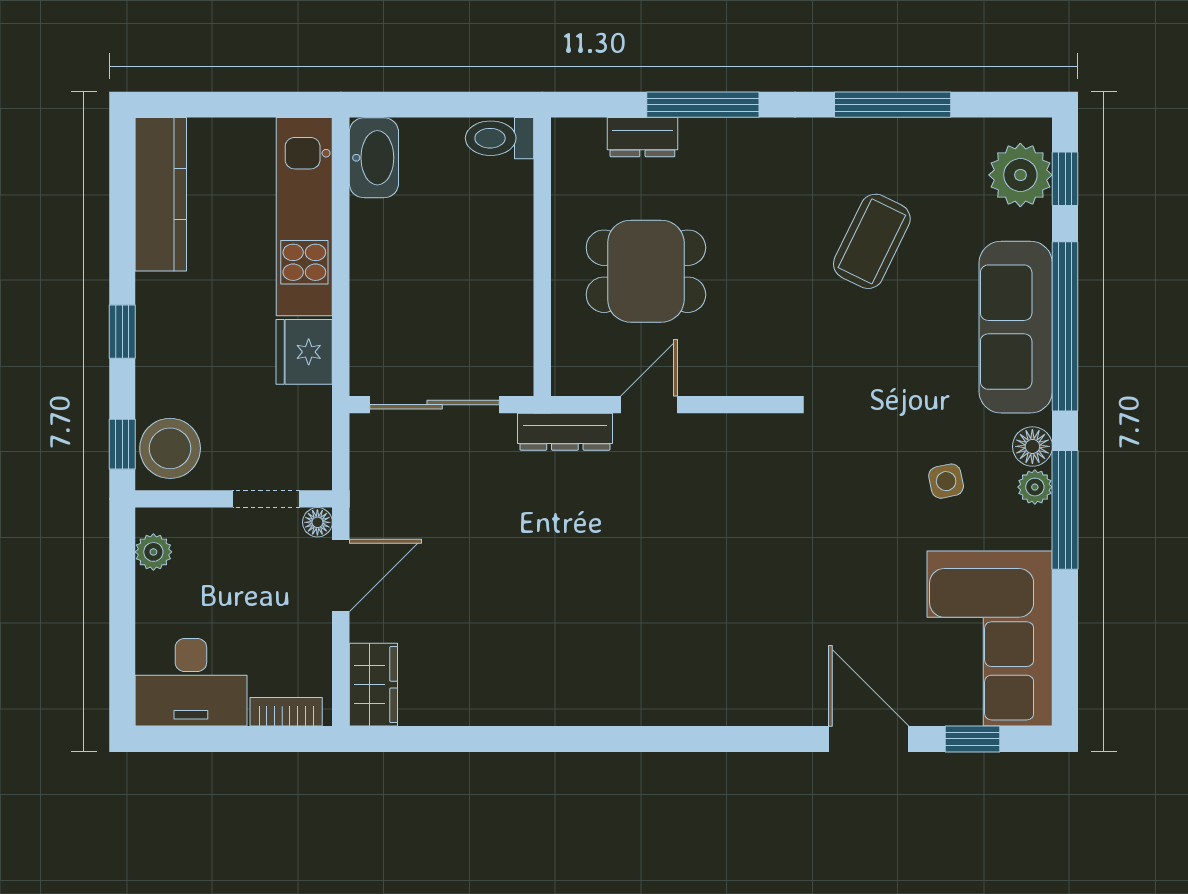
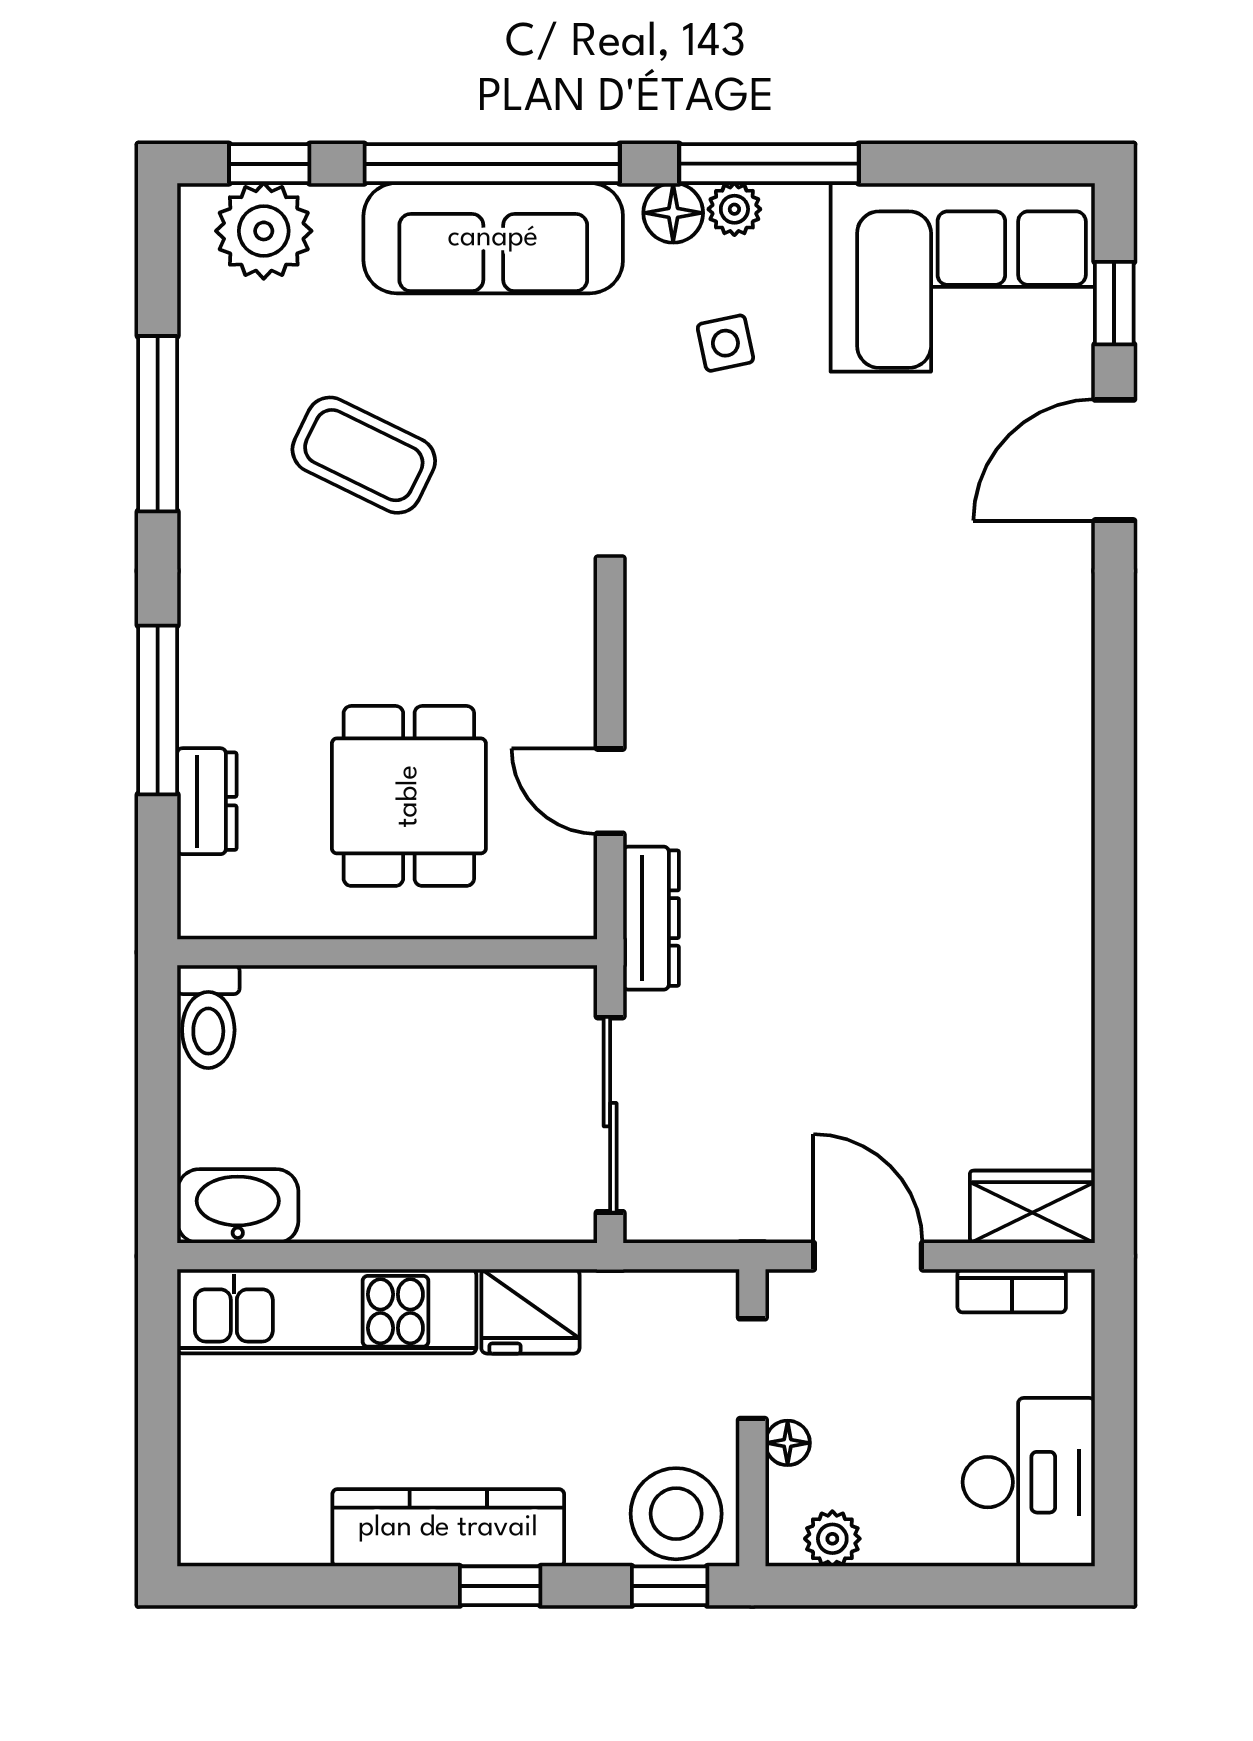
kitchen counter: (161, 194) -> (448, 1528), moved
floor lamp: (317, 522) -> (788, 1443), moved
bookcase: (286, 712) -> (1012, 1291), moved, turned -90

